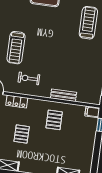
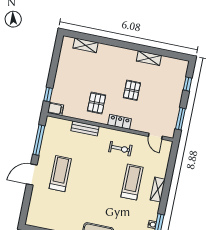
treadmill: (88, 23) -> (60, 174), moved, turned 180
locker: (17, 102) -> (120, 122), moved

